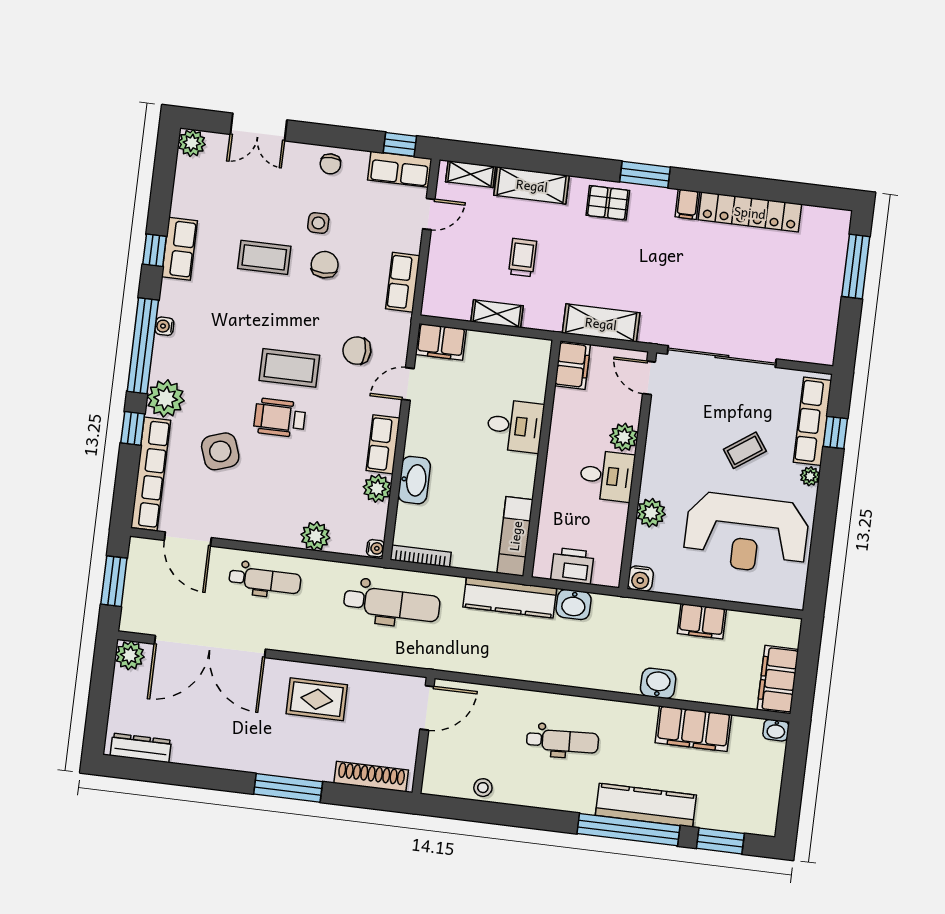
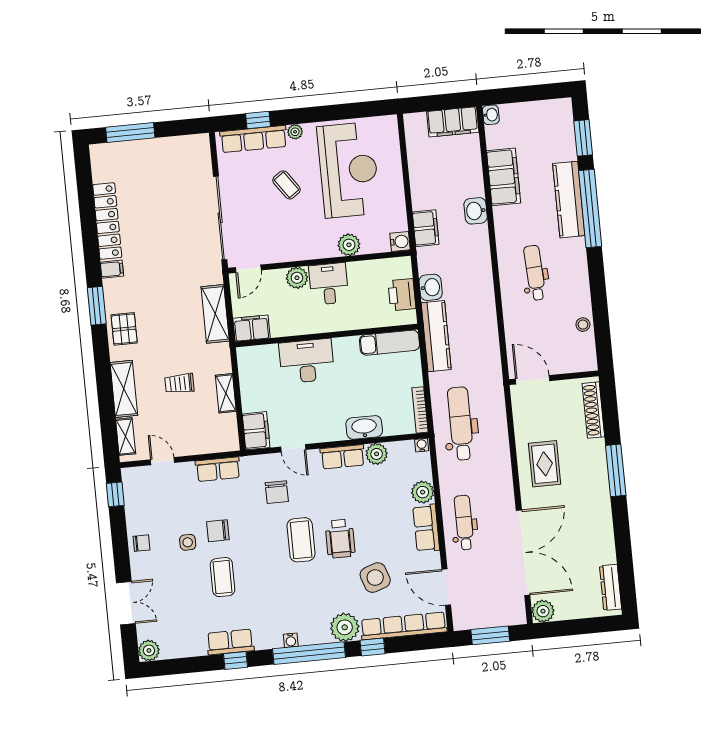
row of seats: (400, 169) -> (426, 528), moved, turned 180
desk: (515, 426) -> (307, 361), width x1.37
door: (188, 539) -> (446, 587), swing flipped
filing cabinet: (702, 621) -> (426, 228), moved

